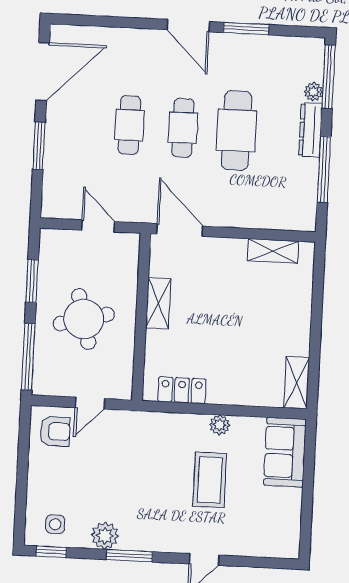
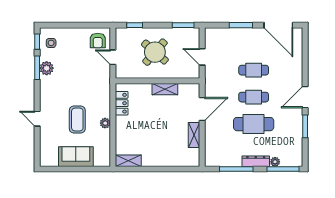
door: (98, 226) -> (202, 57), swing flipped
door: (180, 230) -> (202, 109), moved
shelving: (273, 251) -> (194, 135), moved
window: (32, 281) -> (183, 25), moved
round table: (84, 319) -> (155, 52), turned -35
window: (28, 357) -> (135, 25), width x0.46
sofa: (285, 452) -> (76, 157), moved
coffee table: (210, 480) -> (77, 120), turned 90
window: (129, 556) -> (37, 68), moved

